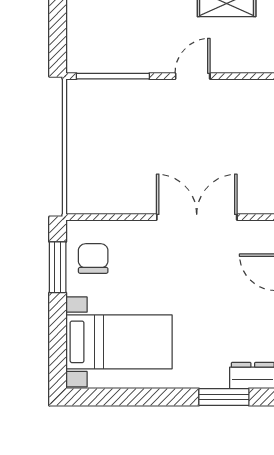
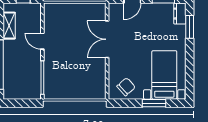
chair: (93, 258) -> (126, 87), turned 138
window: (58, 267) -> (154, 103), moved

